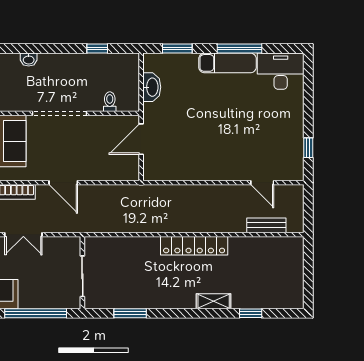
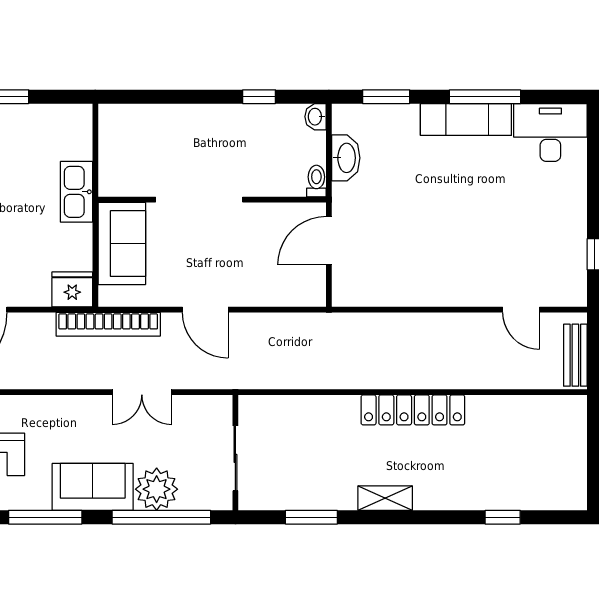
washbasin: (29, 60) -> (316, 117), moved, turned 90
toilet: (110, 102) -> (316, 181), moved
bench: (266, 225) -> (575, 355), moved, turned 90
plant: (33, 296) -> (157, 489), added
shelving: (214, 301) -> (385, 498), moved

